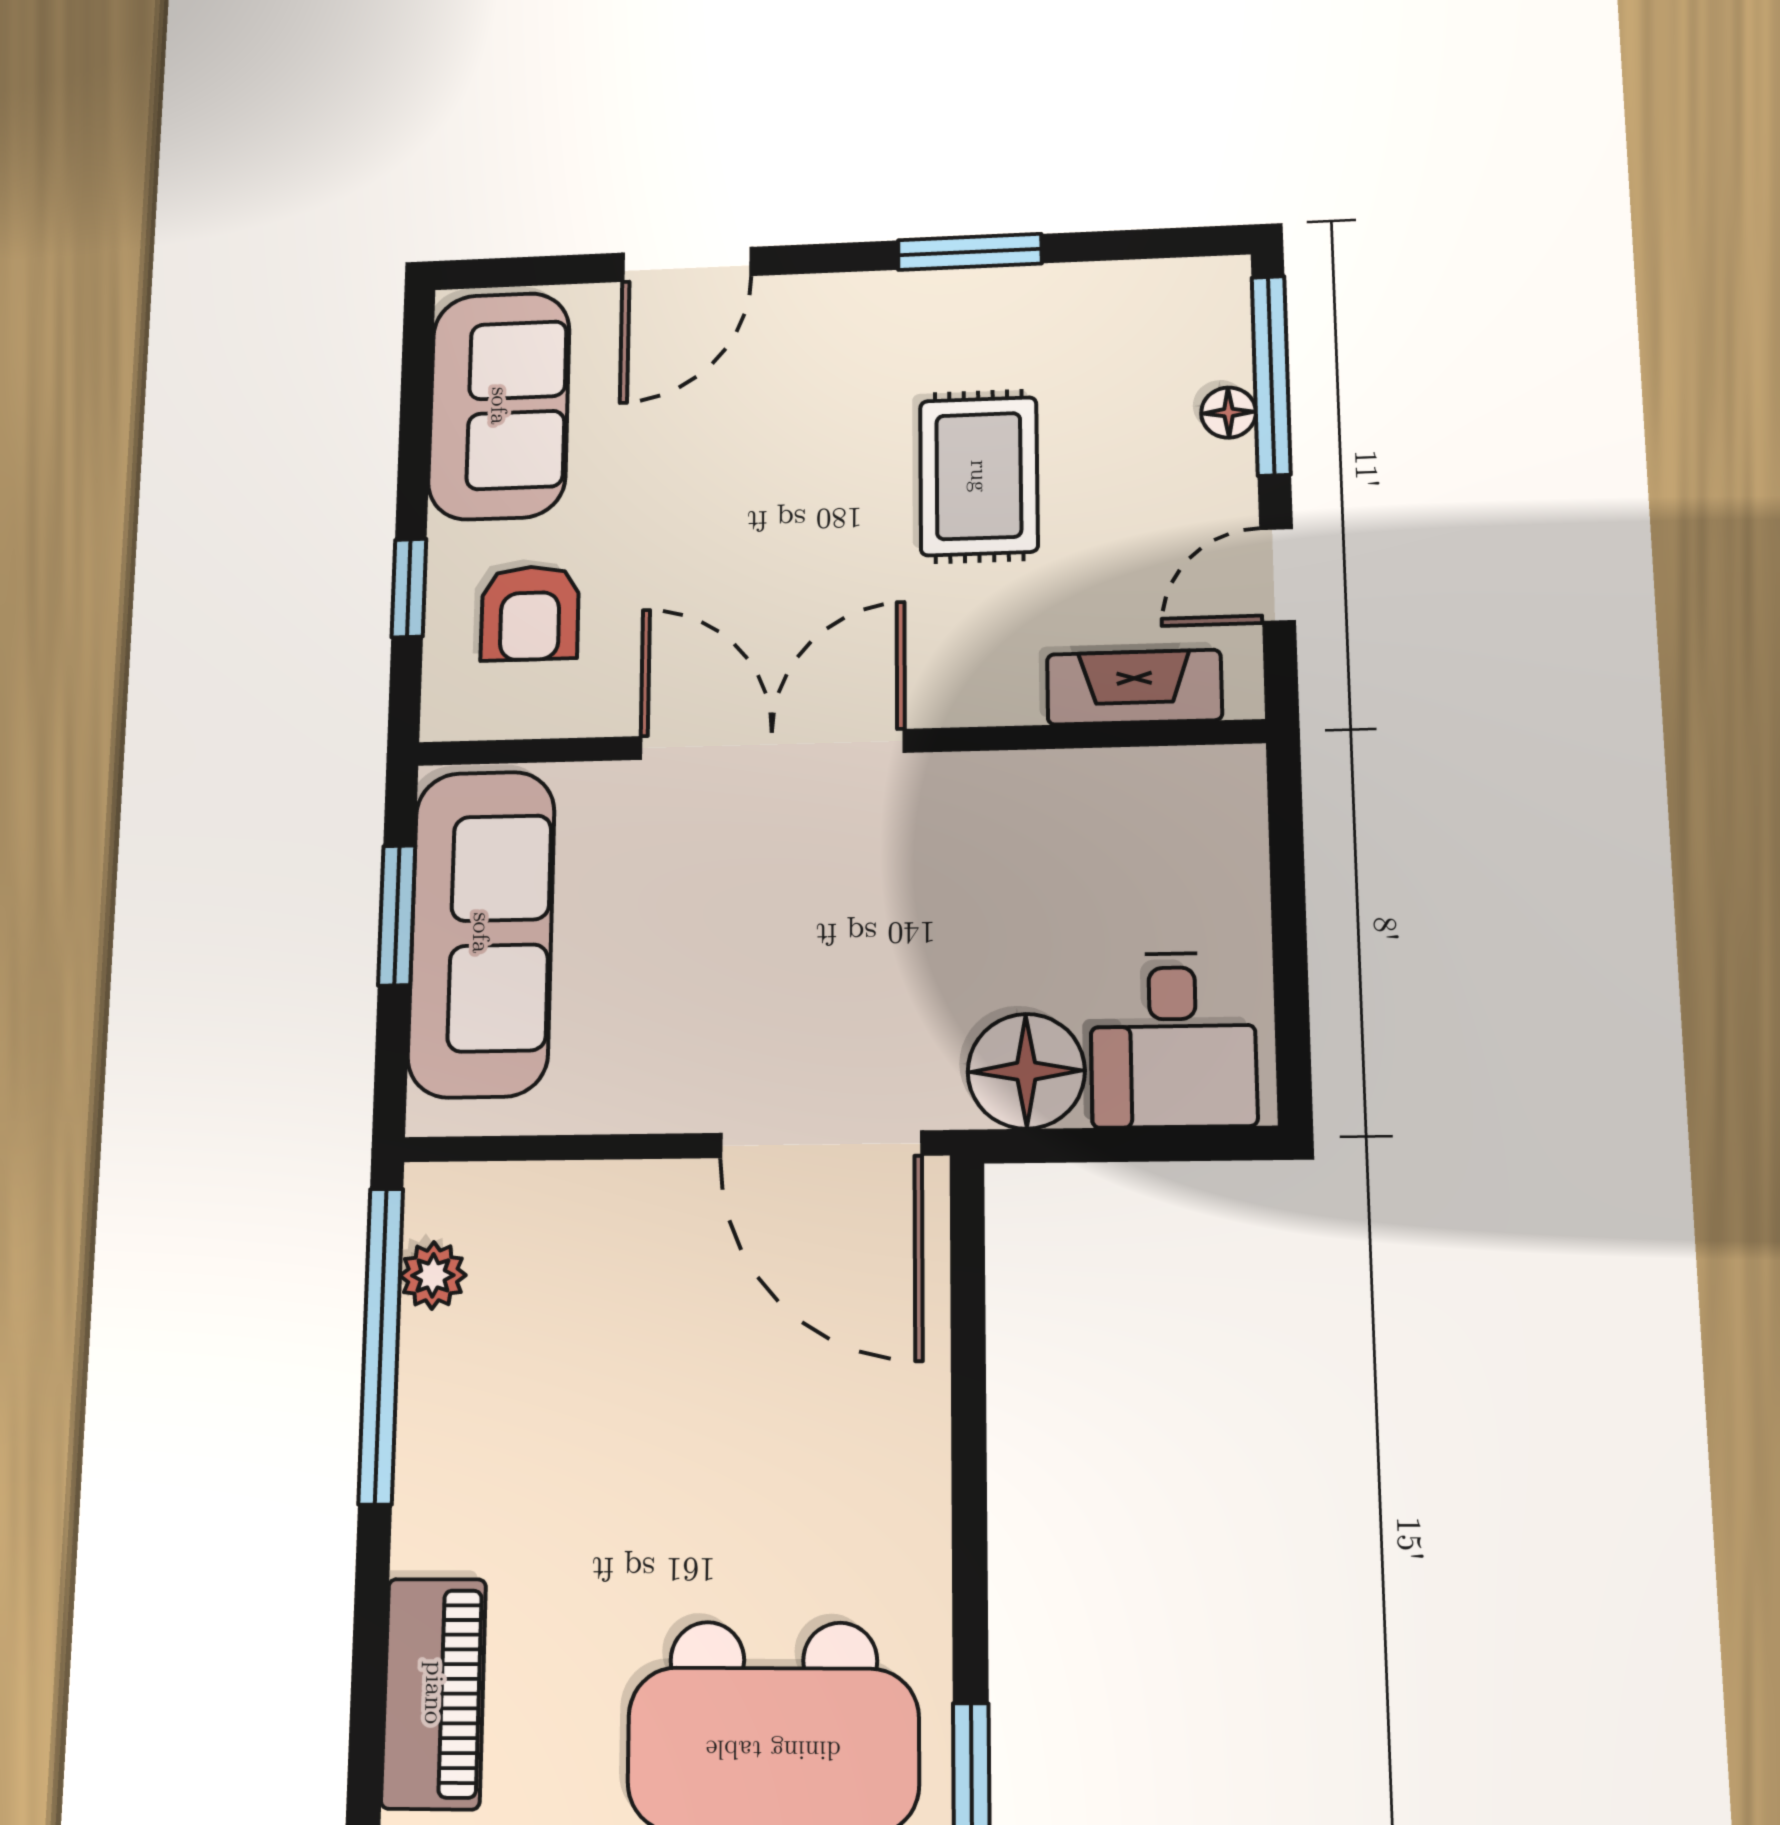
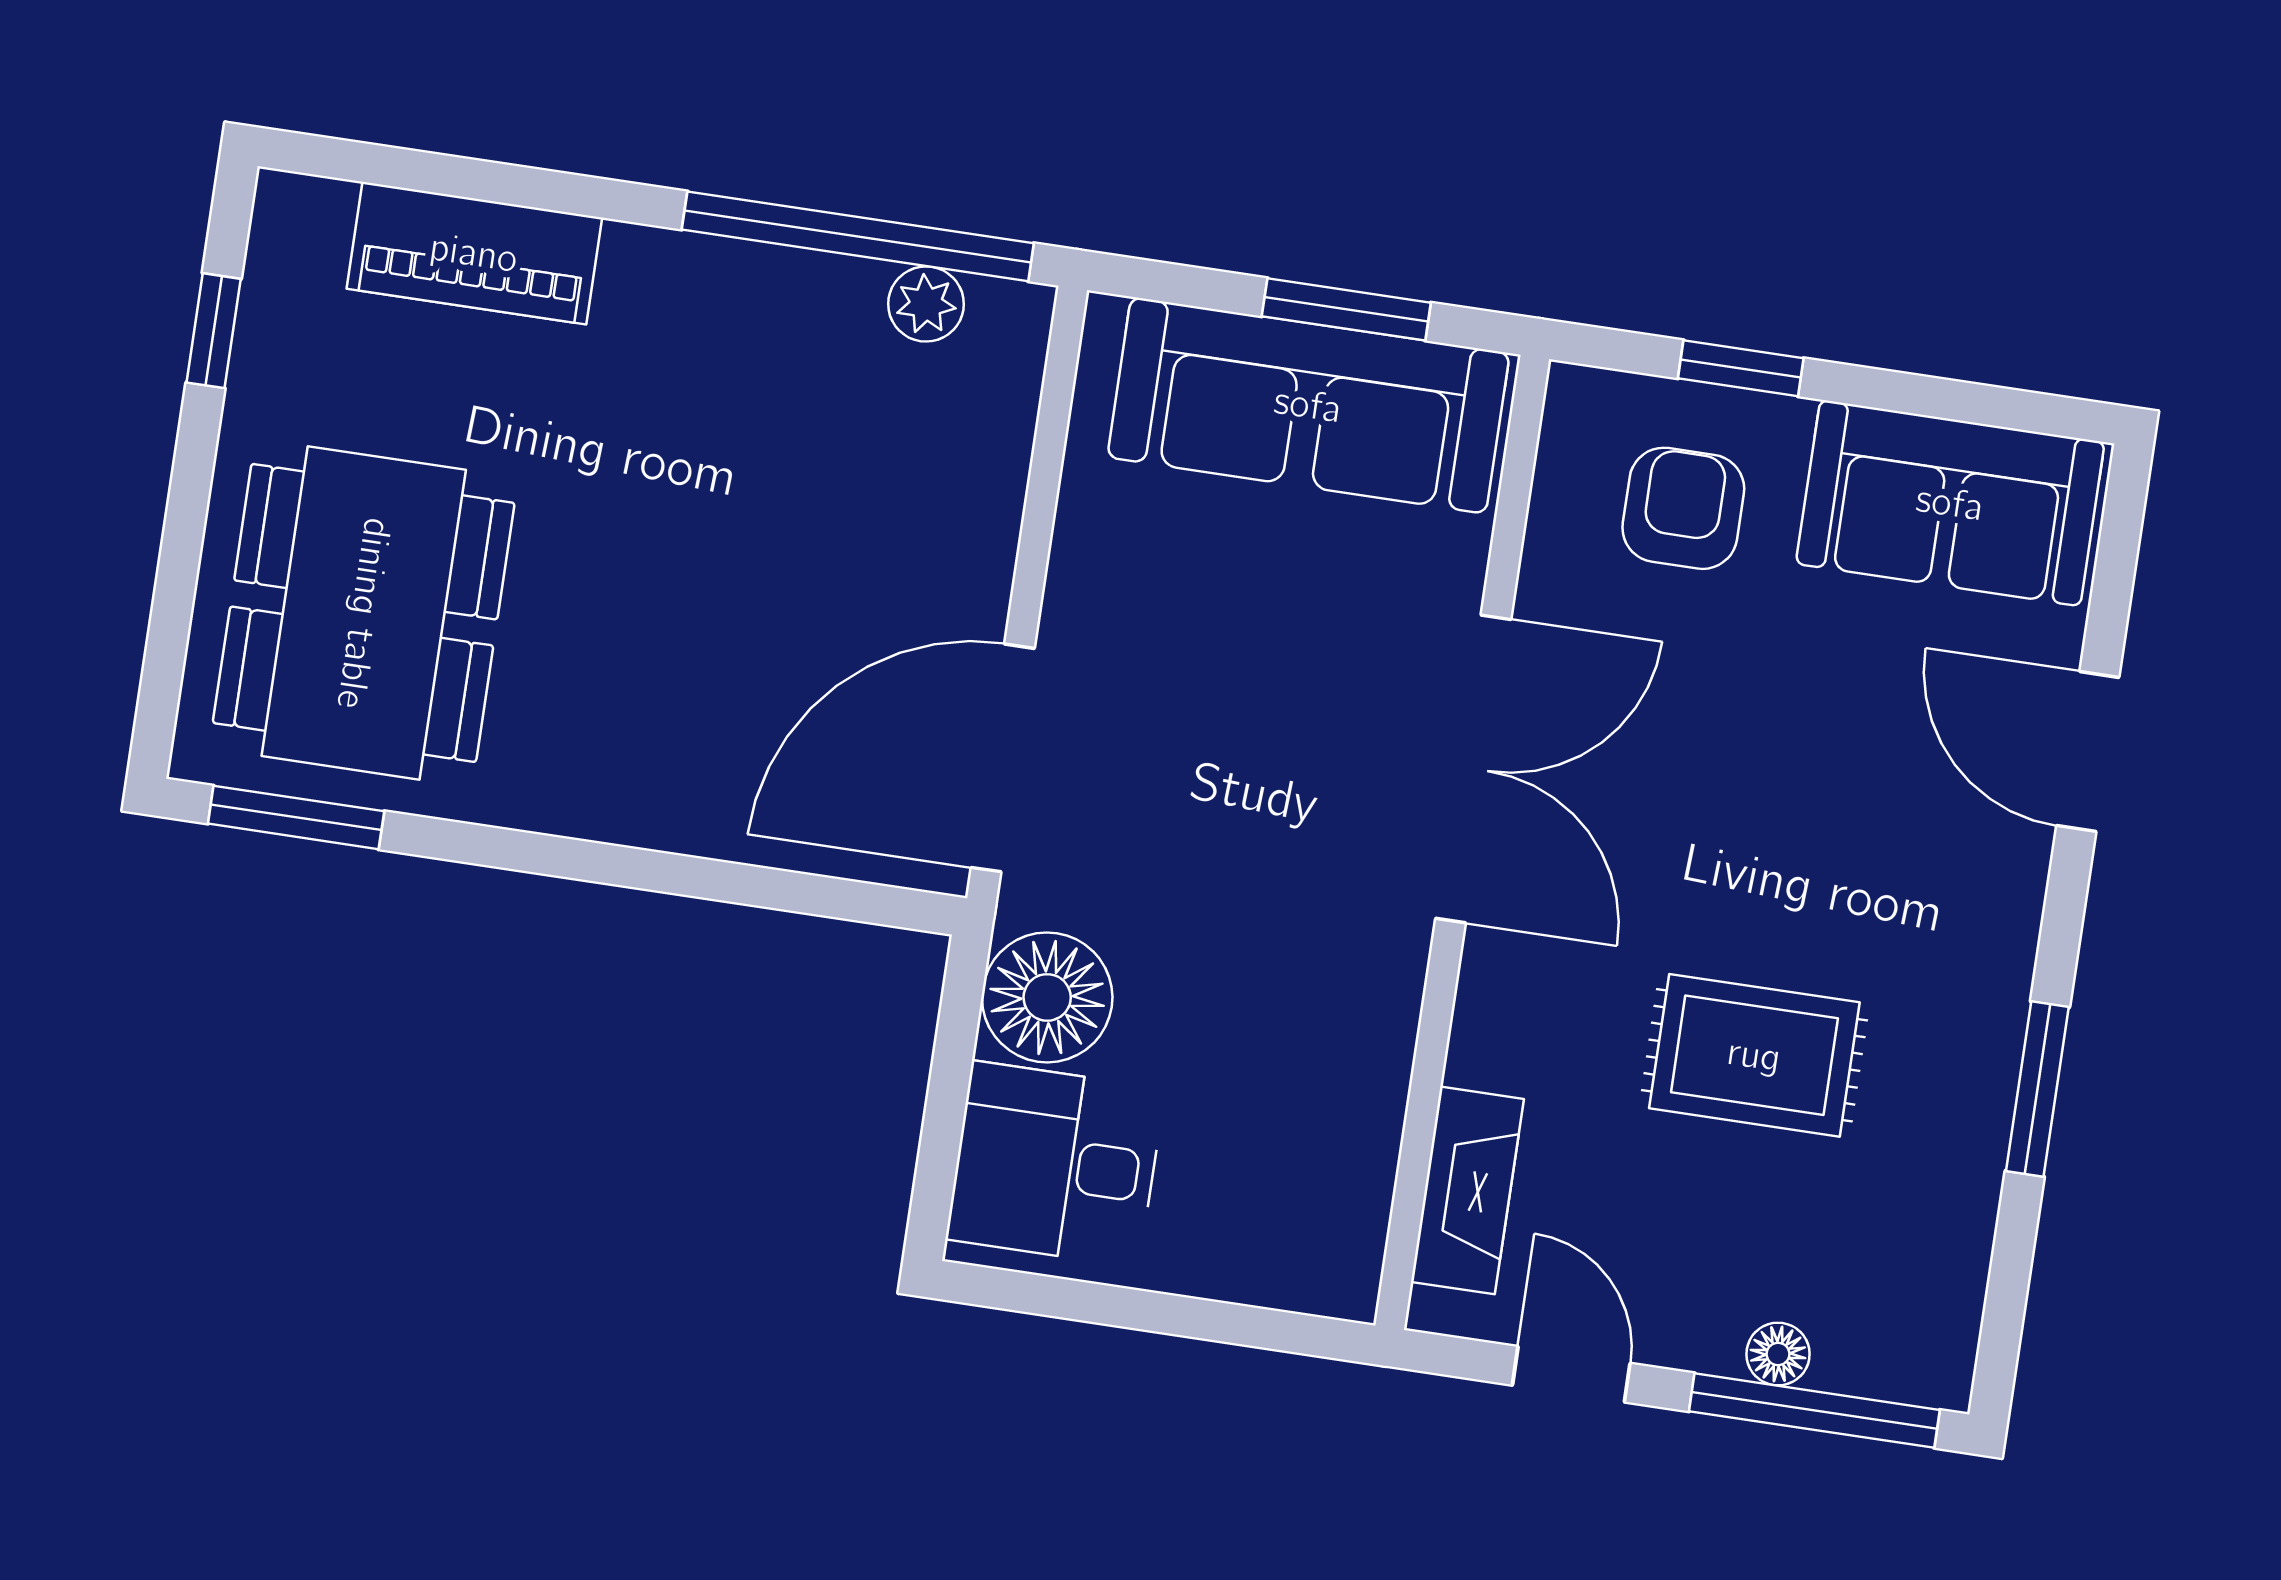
armchair: (530, 613) -> (1683, 508), turned 90

